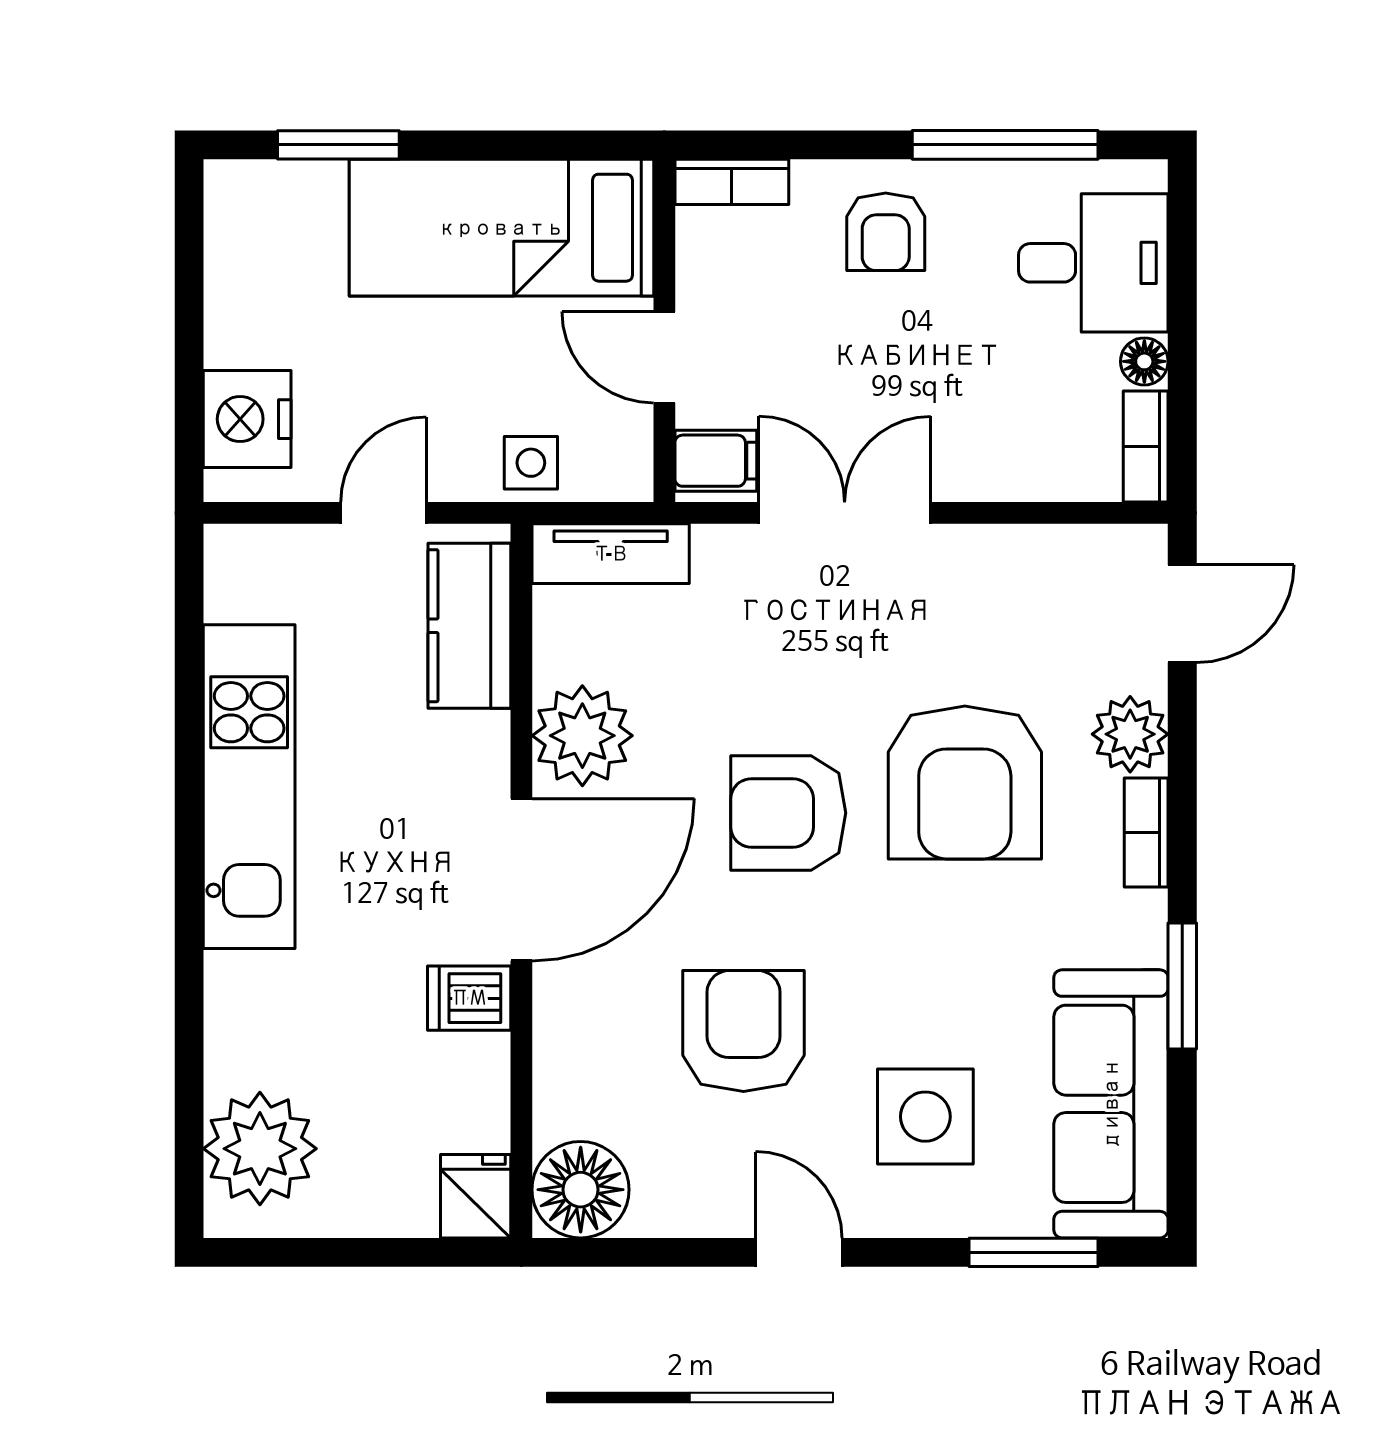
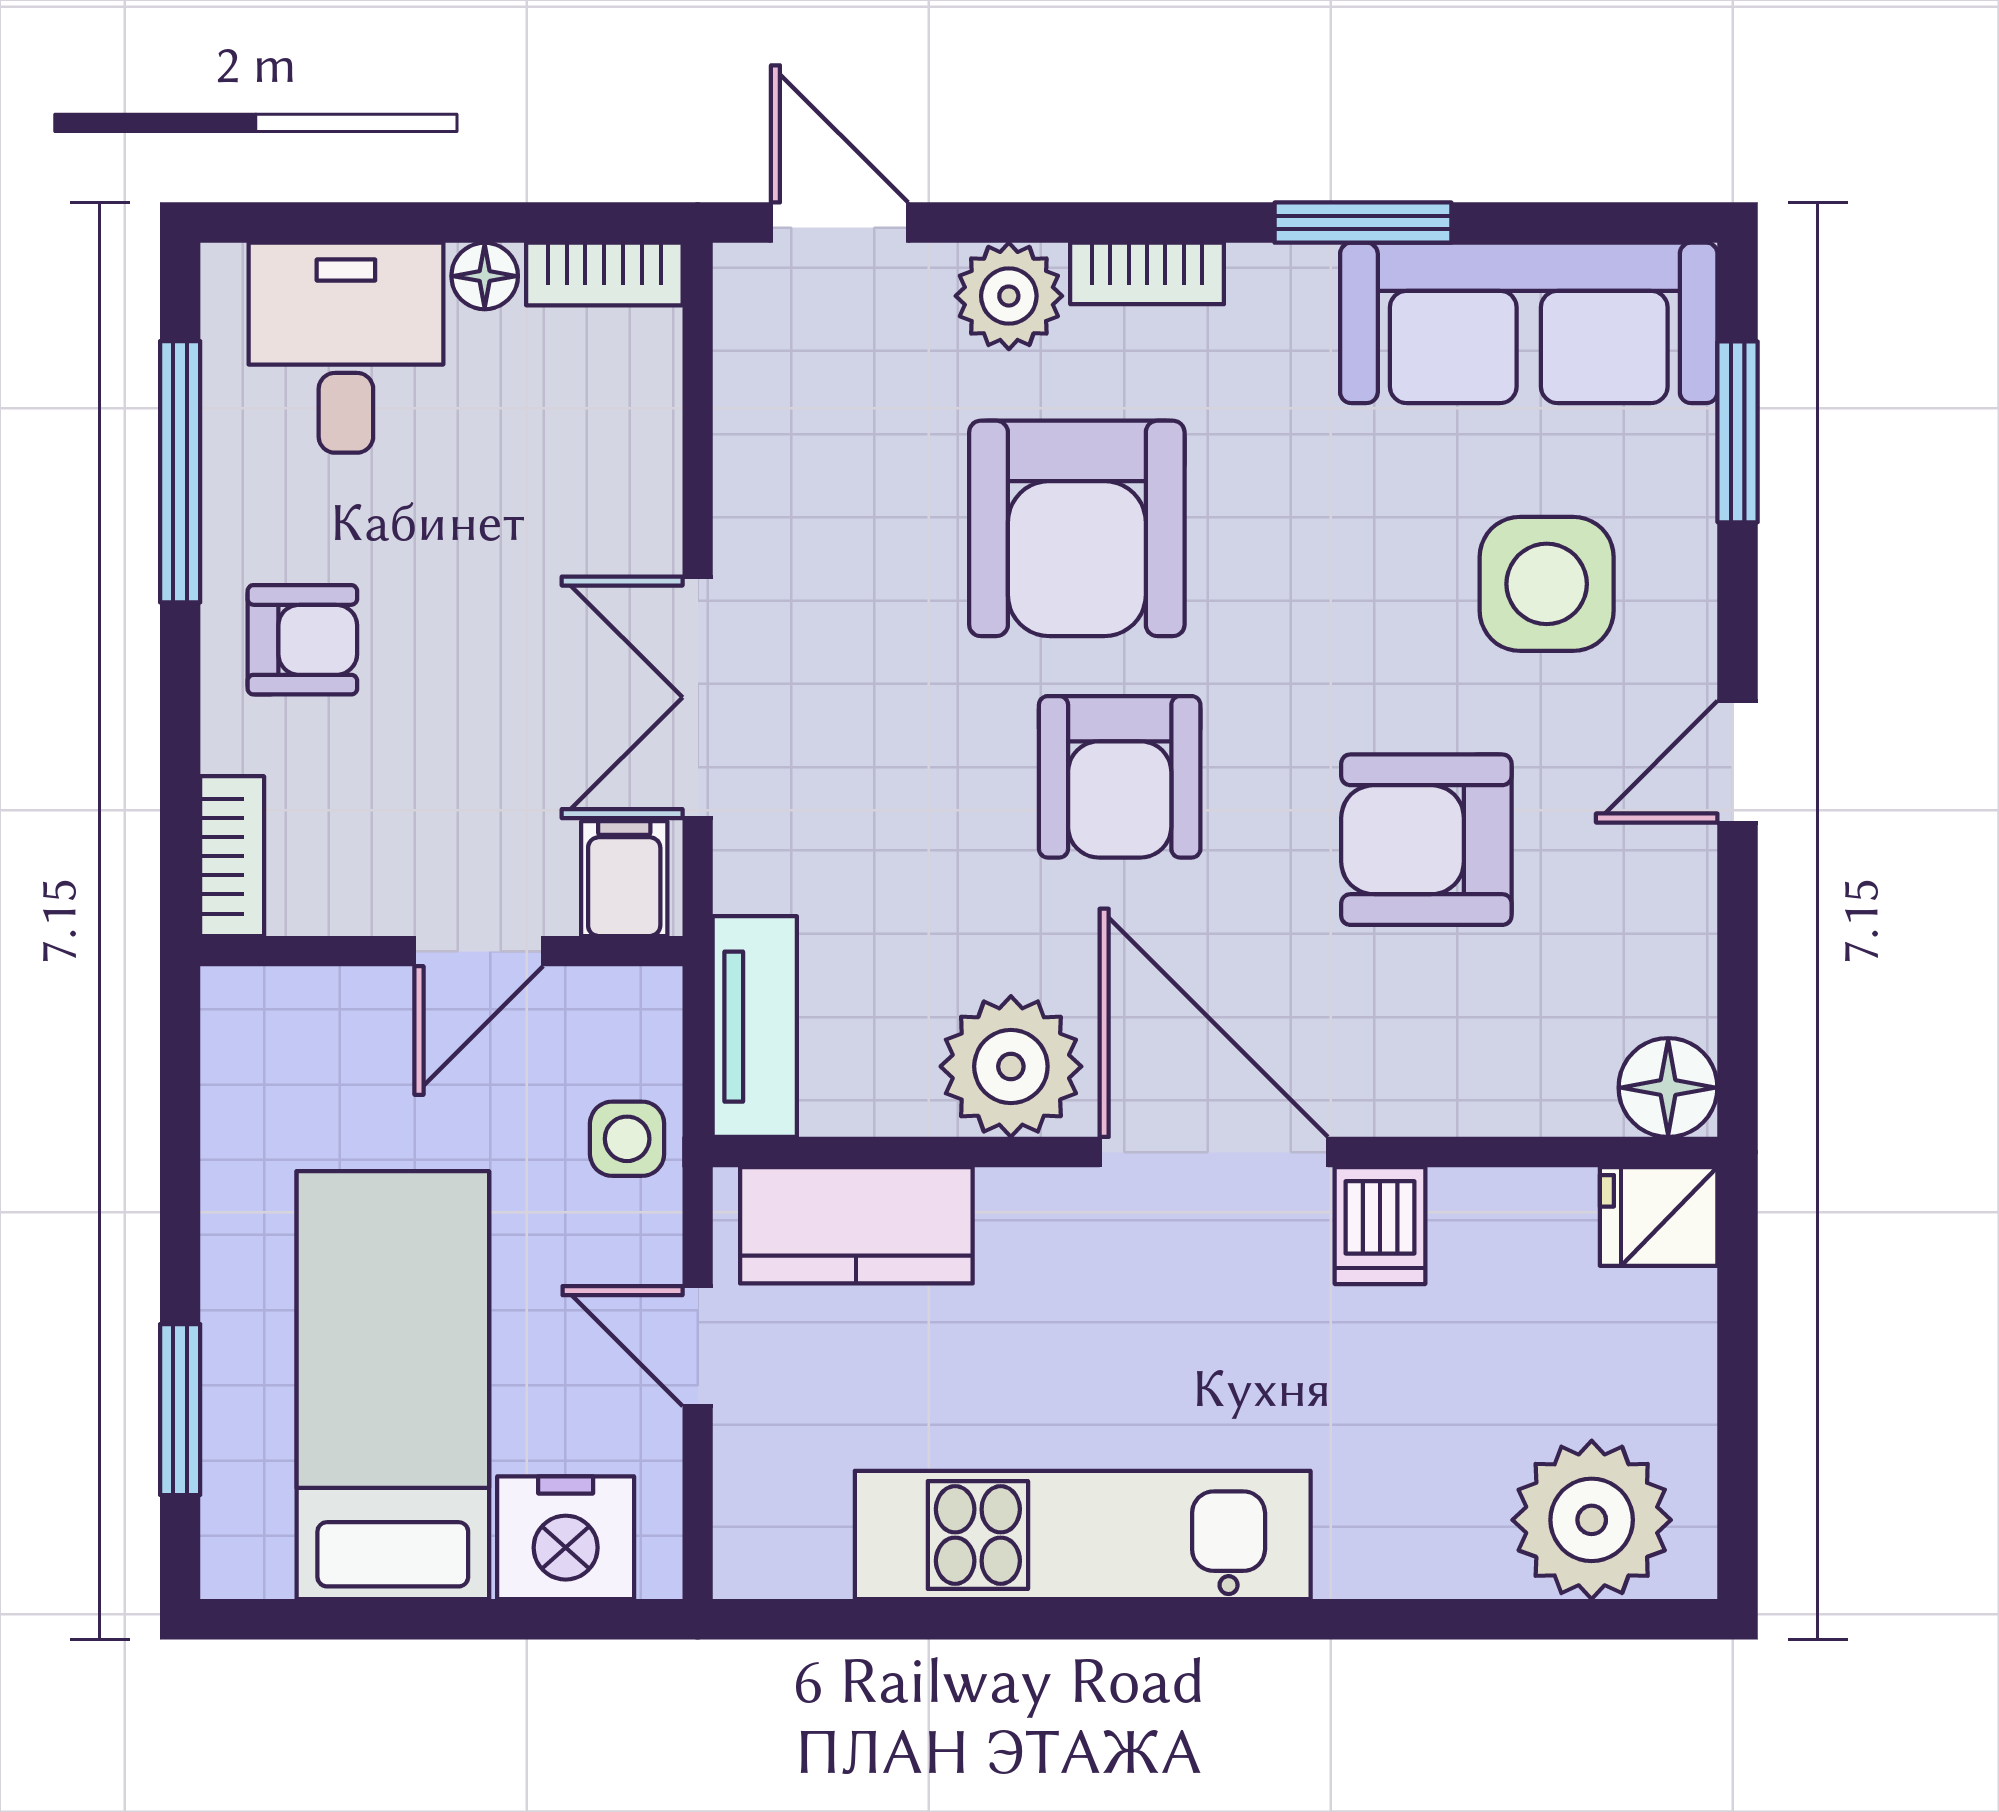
bed: (501, 228) -> (393, 1385), moved, turned 180
armchair: (965, 783) -> (1077, 528), turned 90
floor lamp: (581, 1190) -> (1668, 1088), width x0.73, depth x0.73

